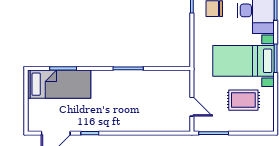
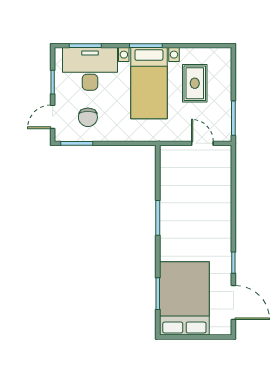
bed: (59, 84) -> (184, 298), width x1.50
door: (192, 107) -> (202, 143), hinge flipped

